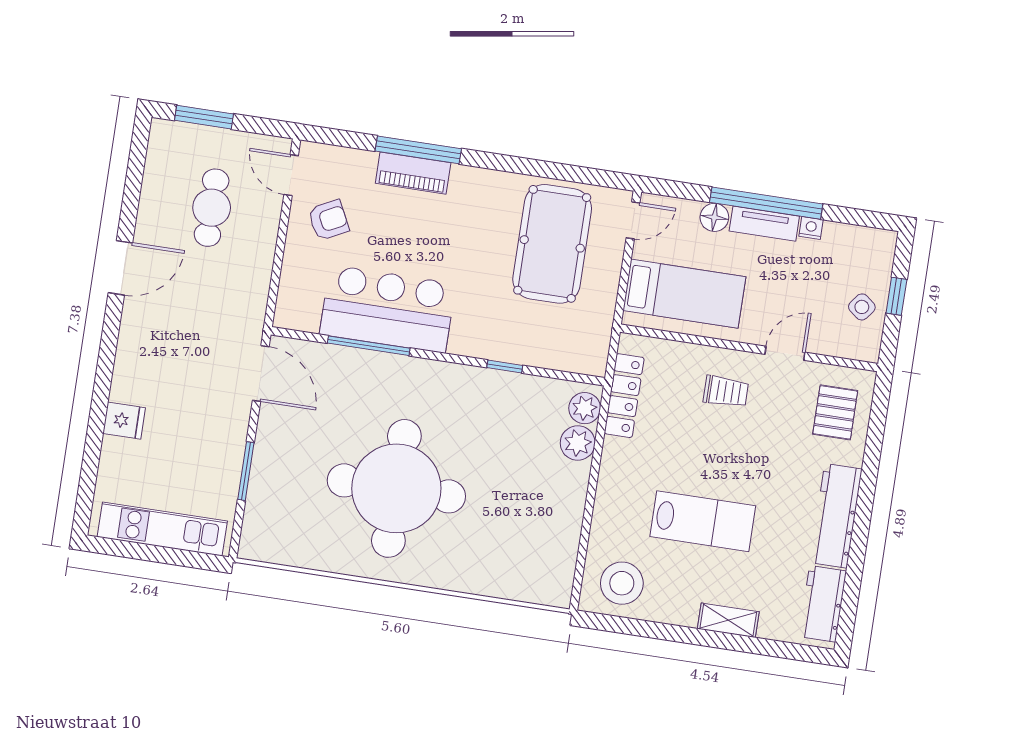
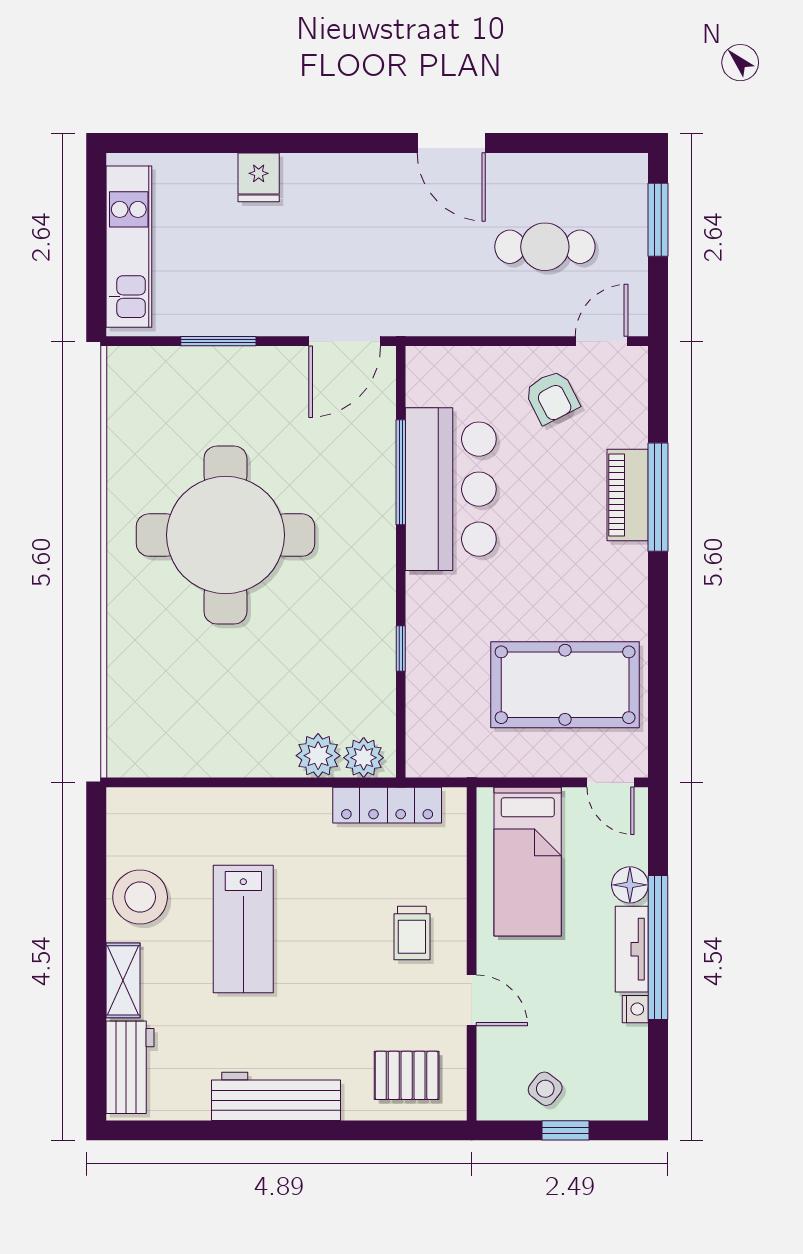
stool: (622, 583) -> (140, 897), moved
workbench: (823, 604) -> (130, 1067), moved, turned 90

